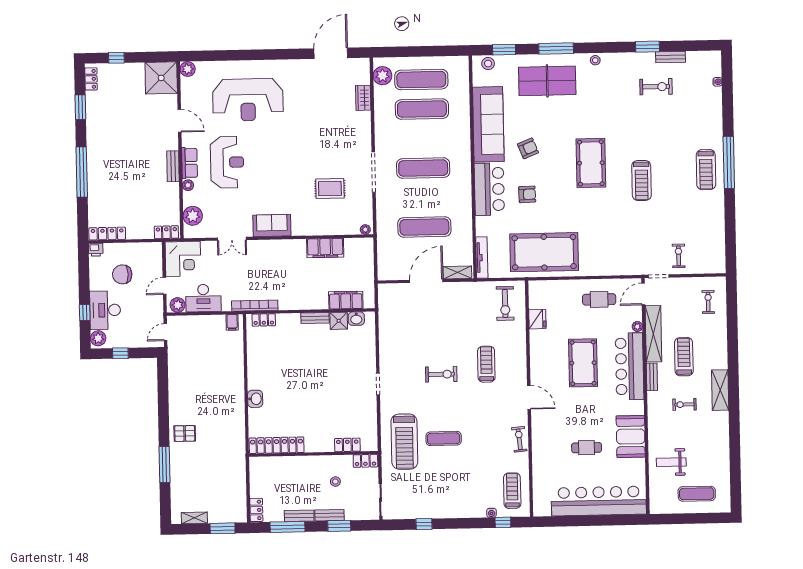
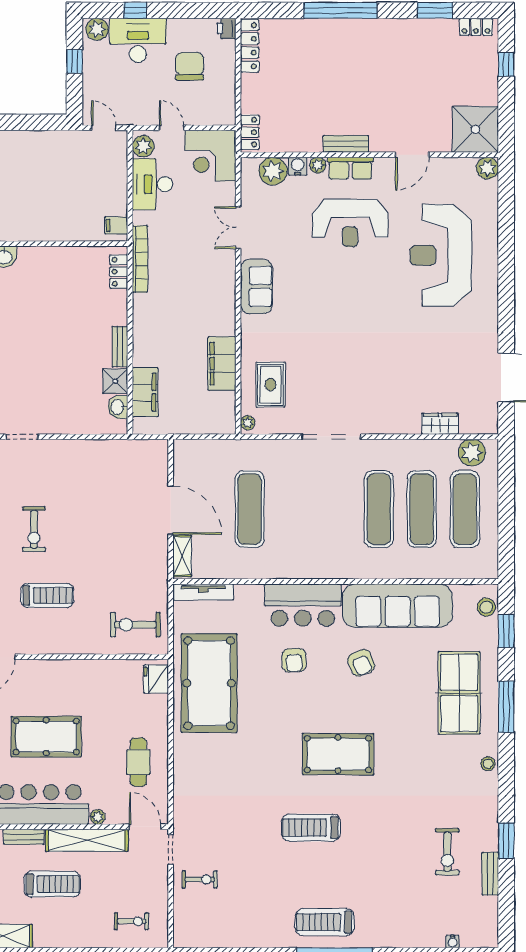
exercise mat: (423, 168) -> (379, 509), moved
rug: (330, 188) -> (270, 385), moved
water cooler: (189, 199) -> (298, 166), added
fridge: (537, 319) -> (156, 679), moved, turned 90

